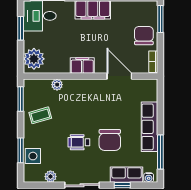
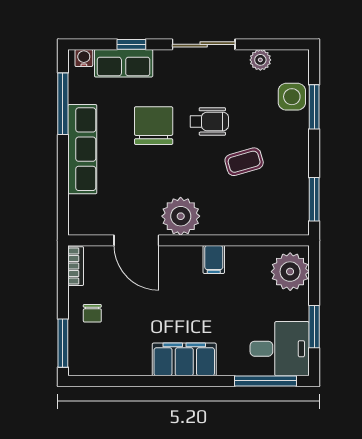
chair: (144, 36) -> (92, 313), width x0.54, depth x0.54
filing cabinet: (82, 66) -> (214, 259), width x0.50
plant: (57, 85) -> (181, 216), moved, width x1.88, depth x1.88
coffee table: (40, 115) -> (244, 162), moved

